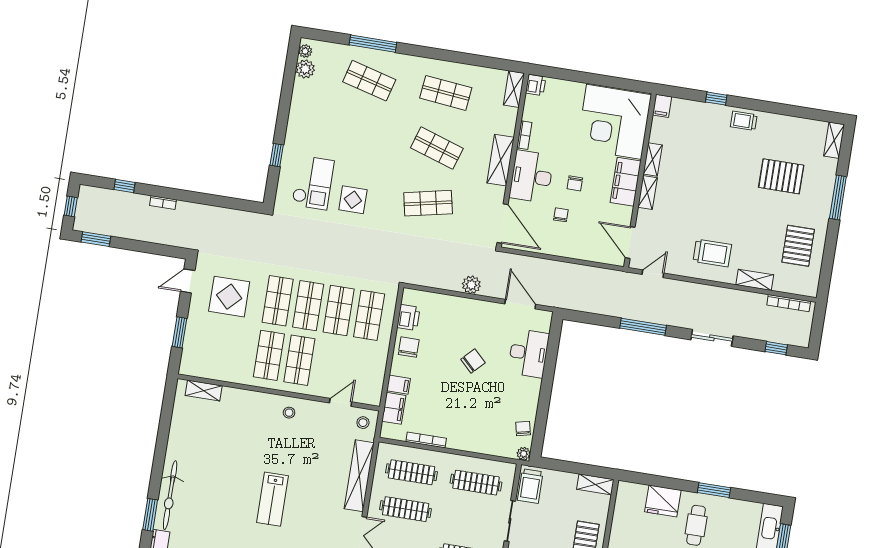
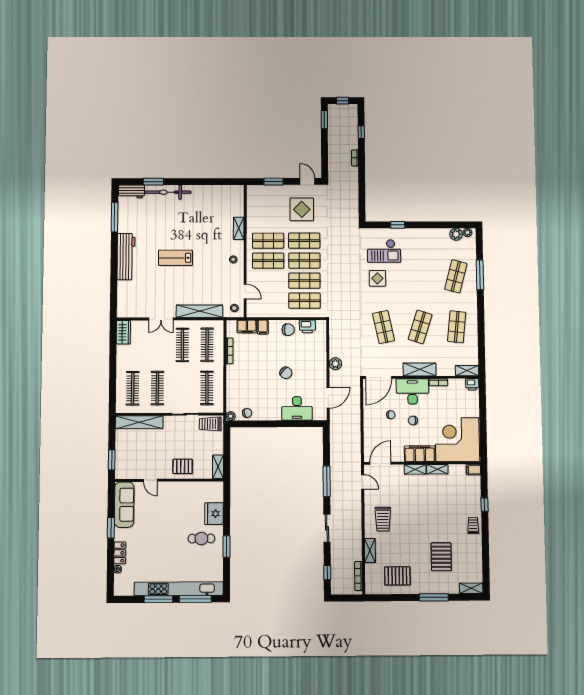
shelving: (204, 391) -> (239, 228), moved

